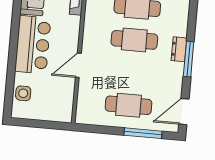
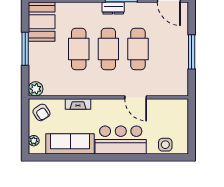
cafe table: (129, 105) -> (138, 49), moved
window: (143, 133) -> (192, 52), moved

